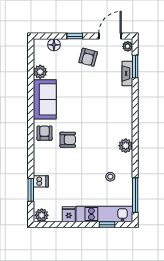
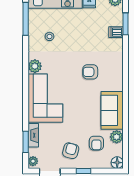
floor lamp: (54, 45) -> (117, 163), moved
corner sofa: (115, 112) -> (45, 98), added
armchair: (45, 133) -> (96, 143), moved

